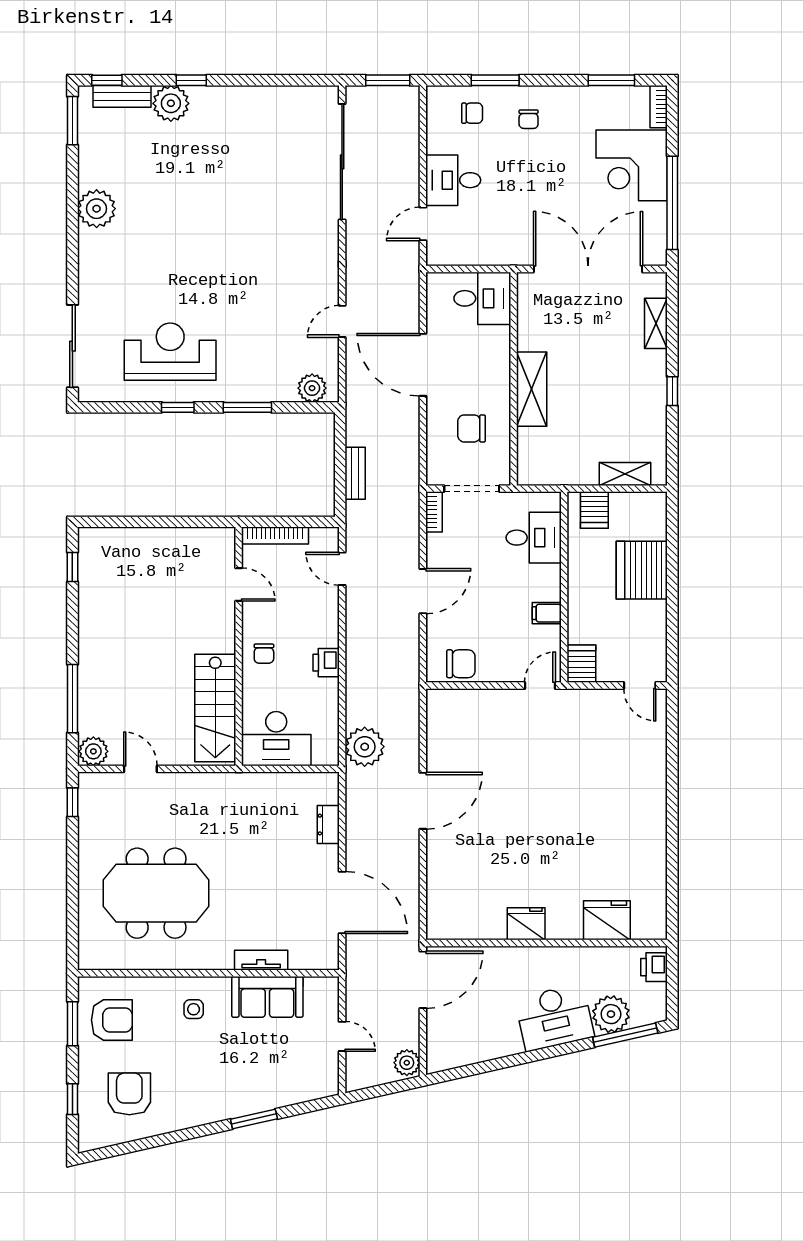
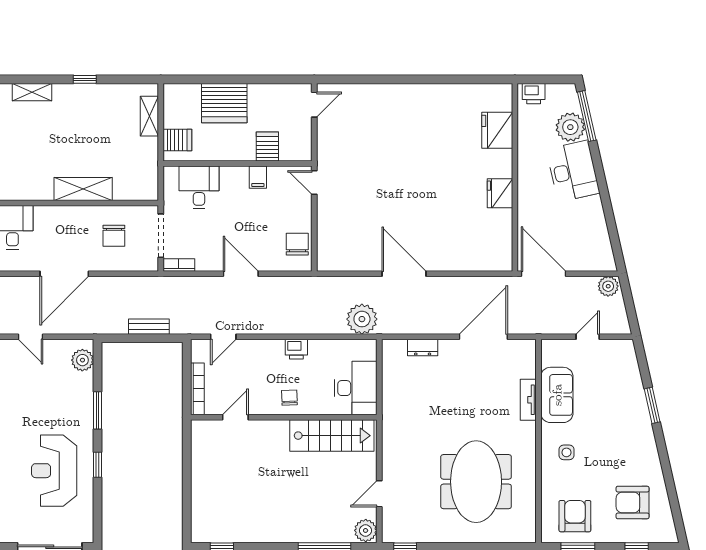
chair: (264, 654) -> (289, 398), turned -92
server rack: (581, 664) -> (267, 147), moved, turned 90

